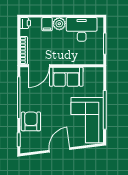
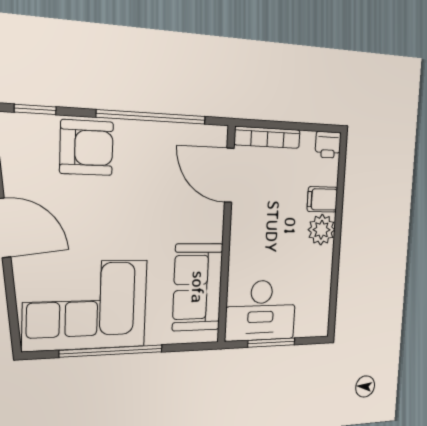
desk: (82, 29) -> (261, 310), moved, turned 90
sofa: (66, 77) -> (198, 287), moved

